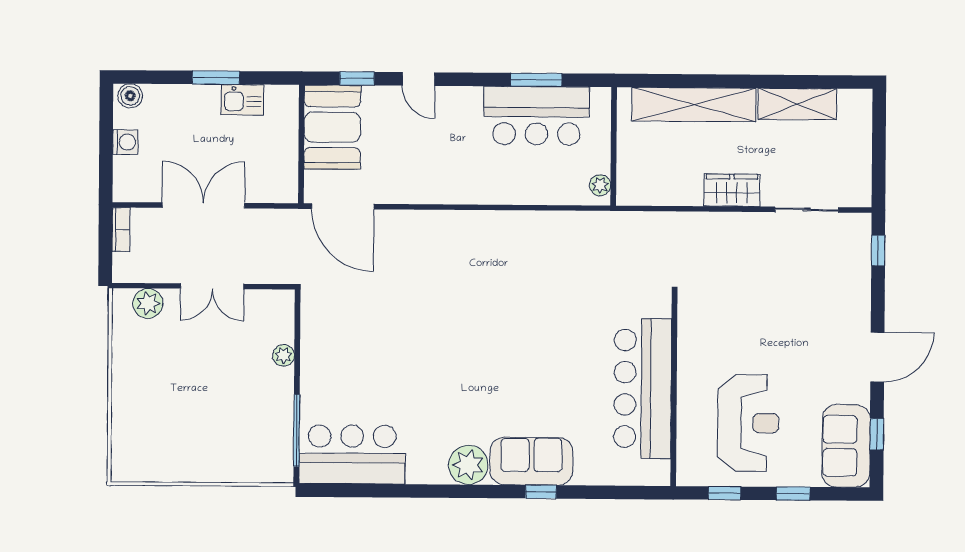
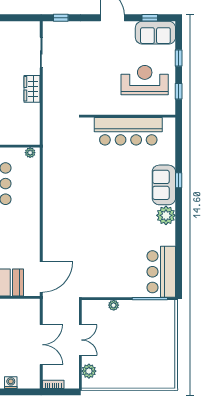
double door: (203, 205) -> (41, 345), swing flipped

